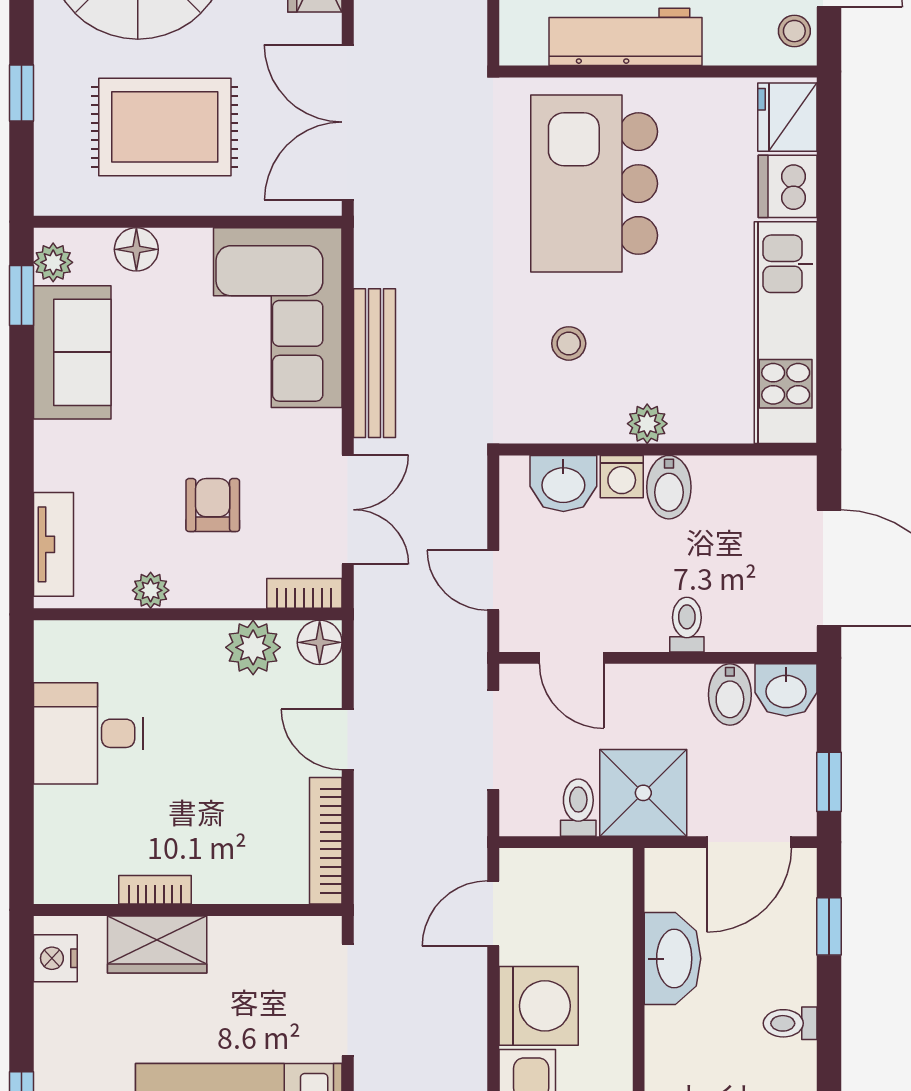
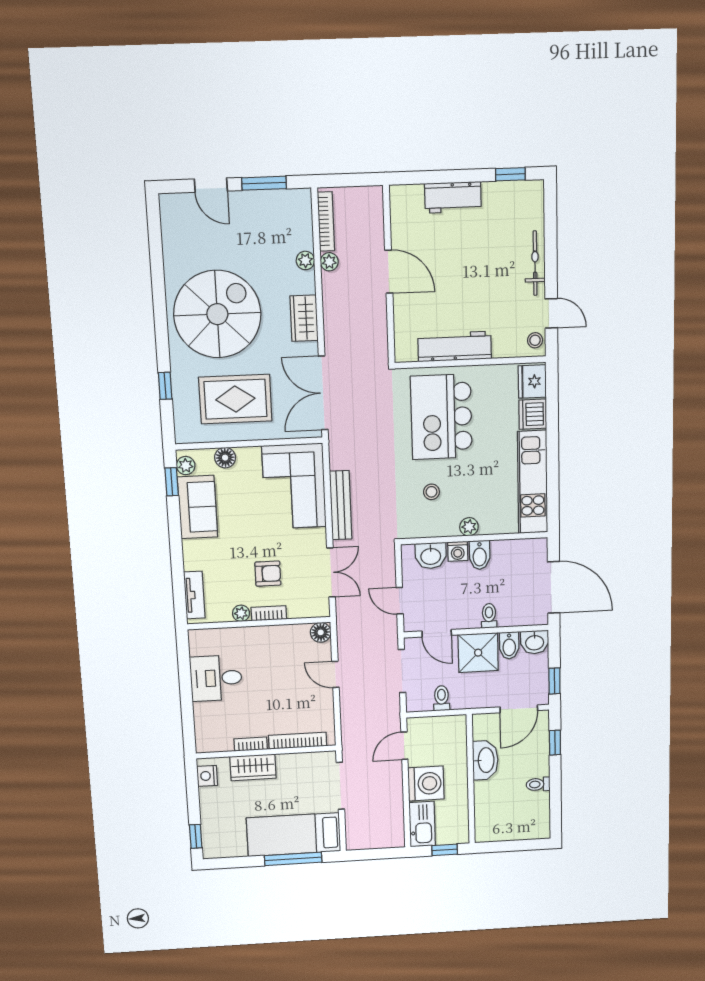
armchair: (213, 505) -> (268, 574), turned 90
bookcase: (304, 593) -> (269, 613), moved
plant: (253, 647) -> (290, 636), removed
shower: (643, 793) -> (478, 653), moved
bookcase: (326, 841) -> (298, 741), moved, turned 90

